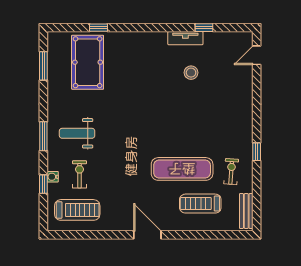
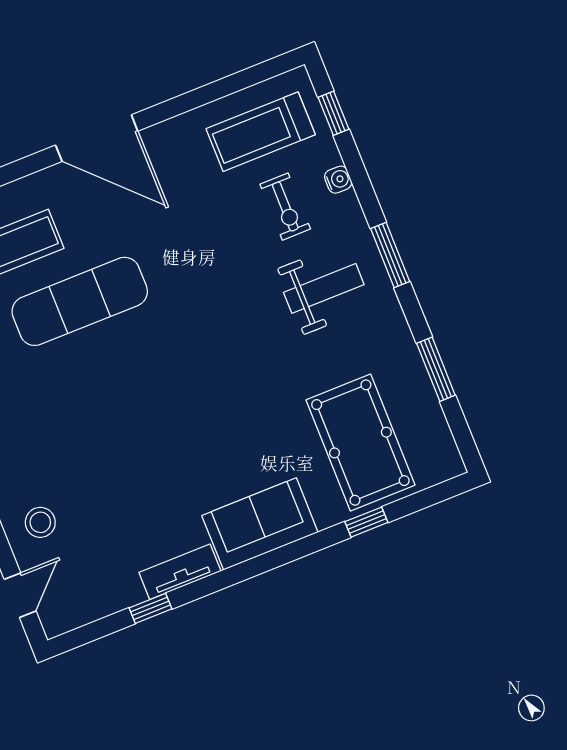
sofa: (144, 45) -> (260, 524), added
window: (43, 66) -> (436, 369), moved
stool: (191, 73) -> (40, 522), moved
window: (43, 184) -> (334, 113), moved
door: (147, 235) -> (97, 138), width x1.36

